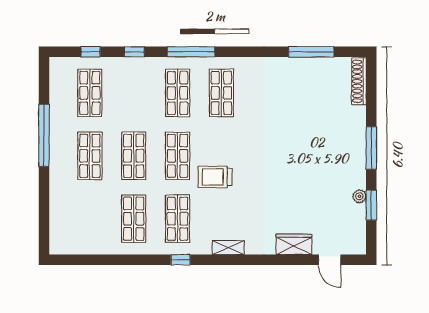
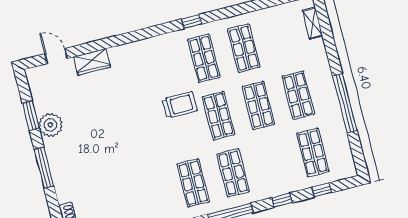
plant: (359, 196) -> (50, 125), width x1.88, depth x1.88
shelving: (228, 248) -> (312, 23), moved, turned 90

